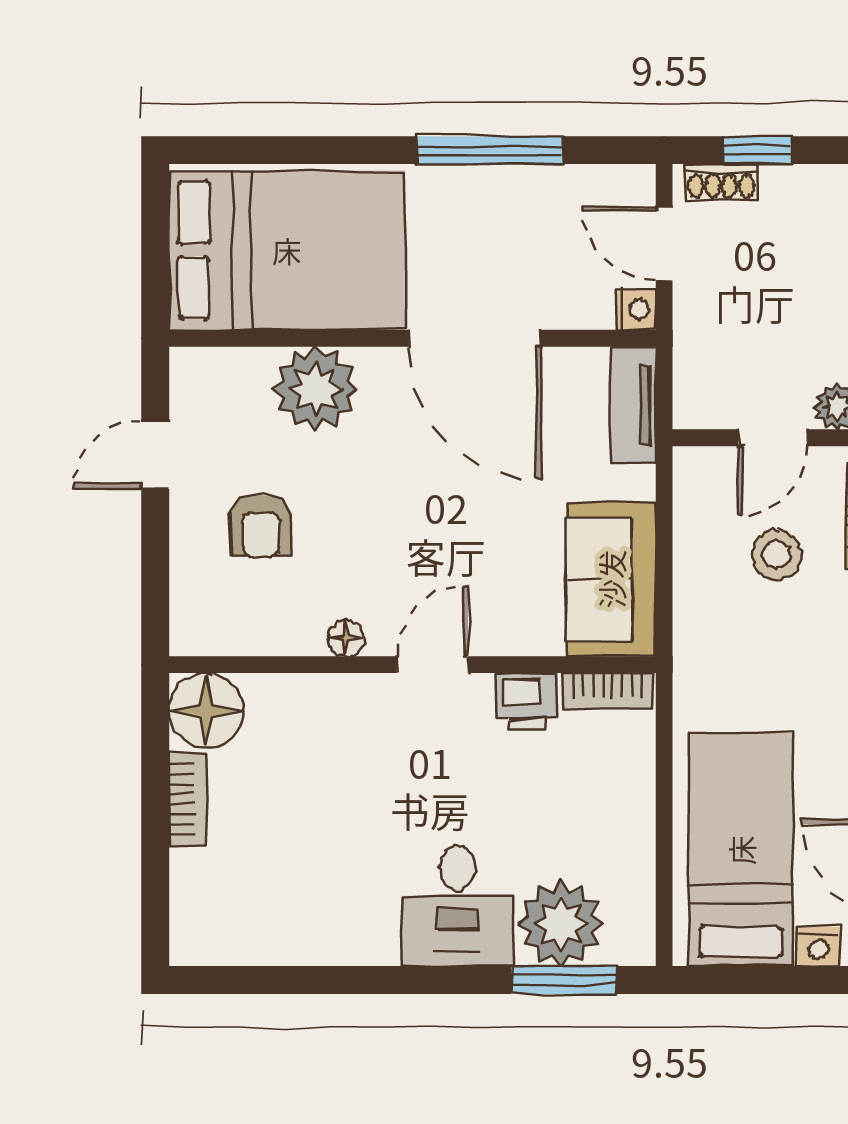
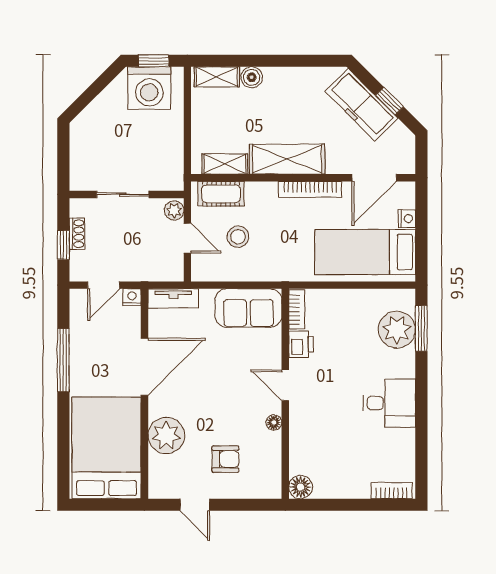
shoe rack: (721, 182) -> (77, 234), moved
floor lamp: (206, 710) -> (301, 487), width x0.73, depth x0.73
bookcase: (188, 799) -> (392, 491), moved
desk: (458, 906) -> (389, 403), moved

